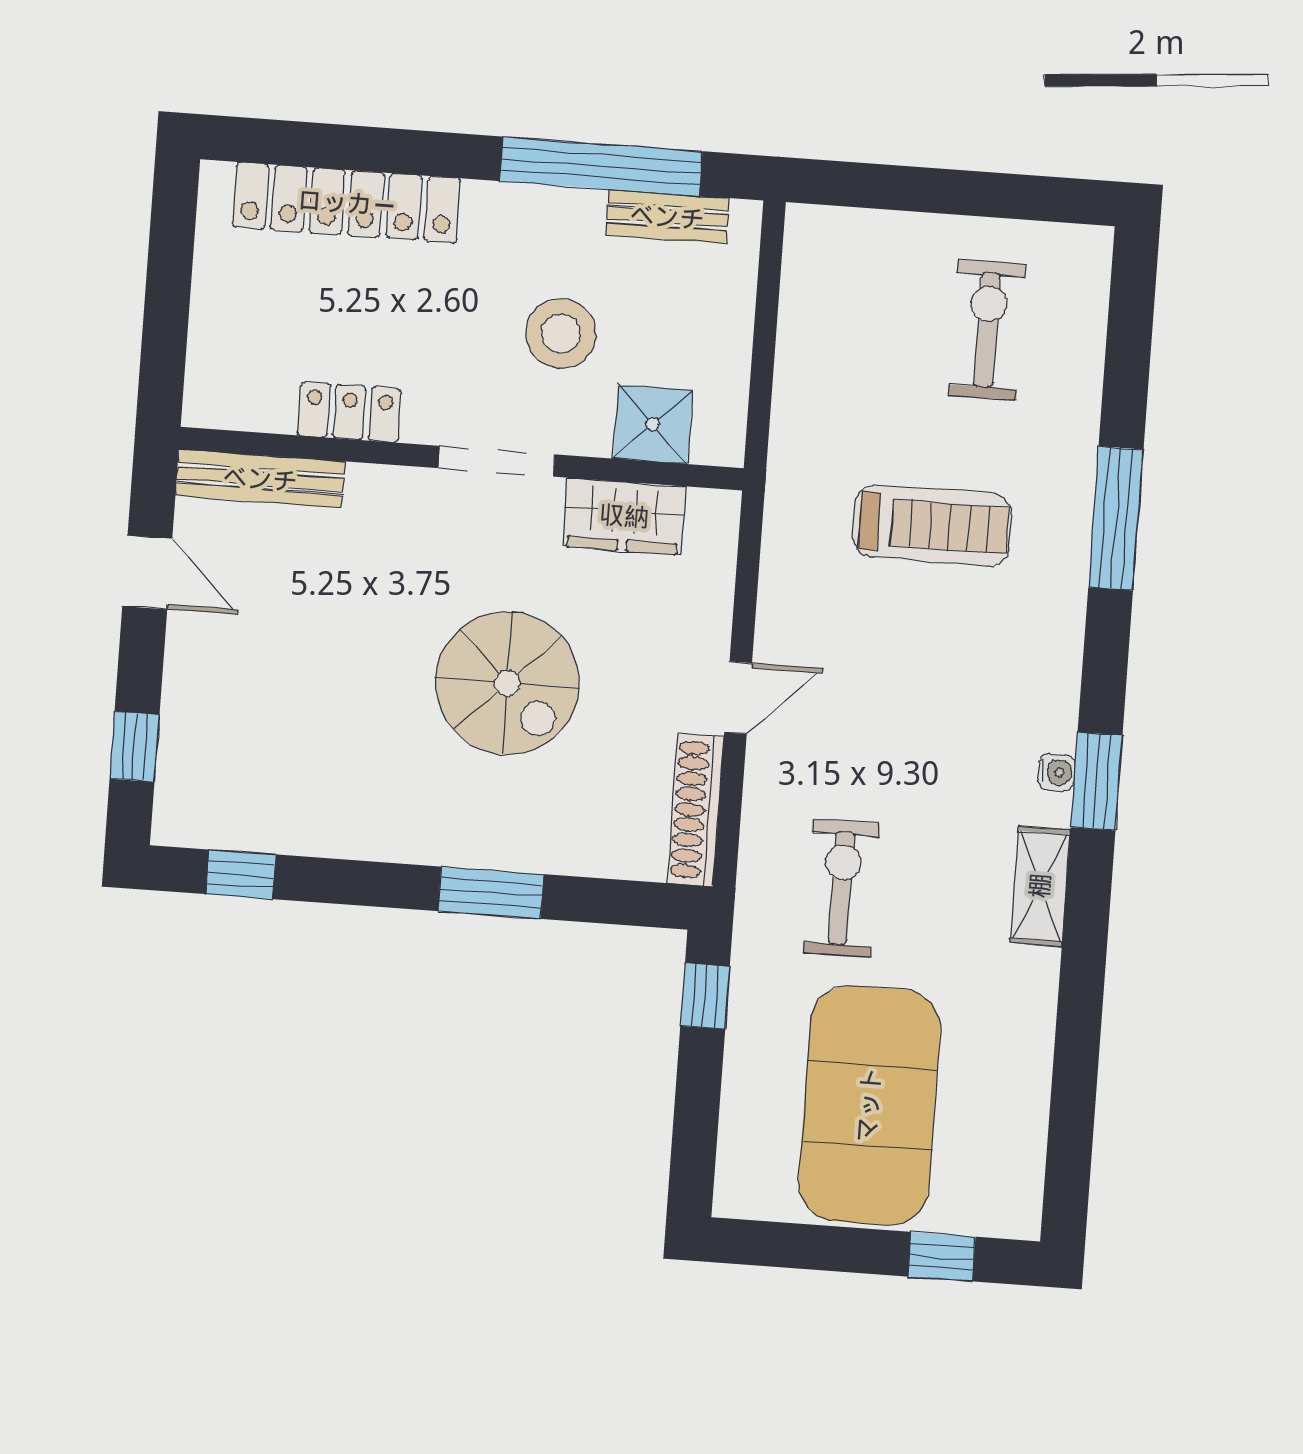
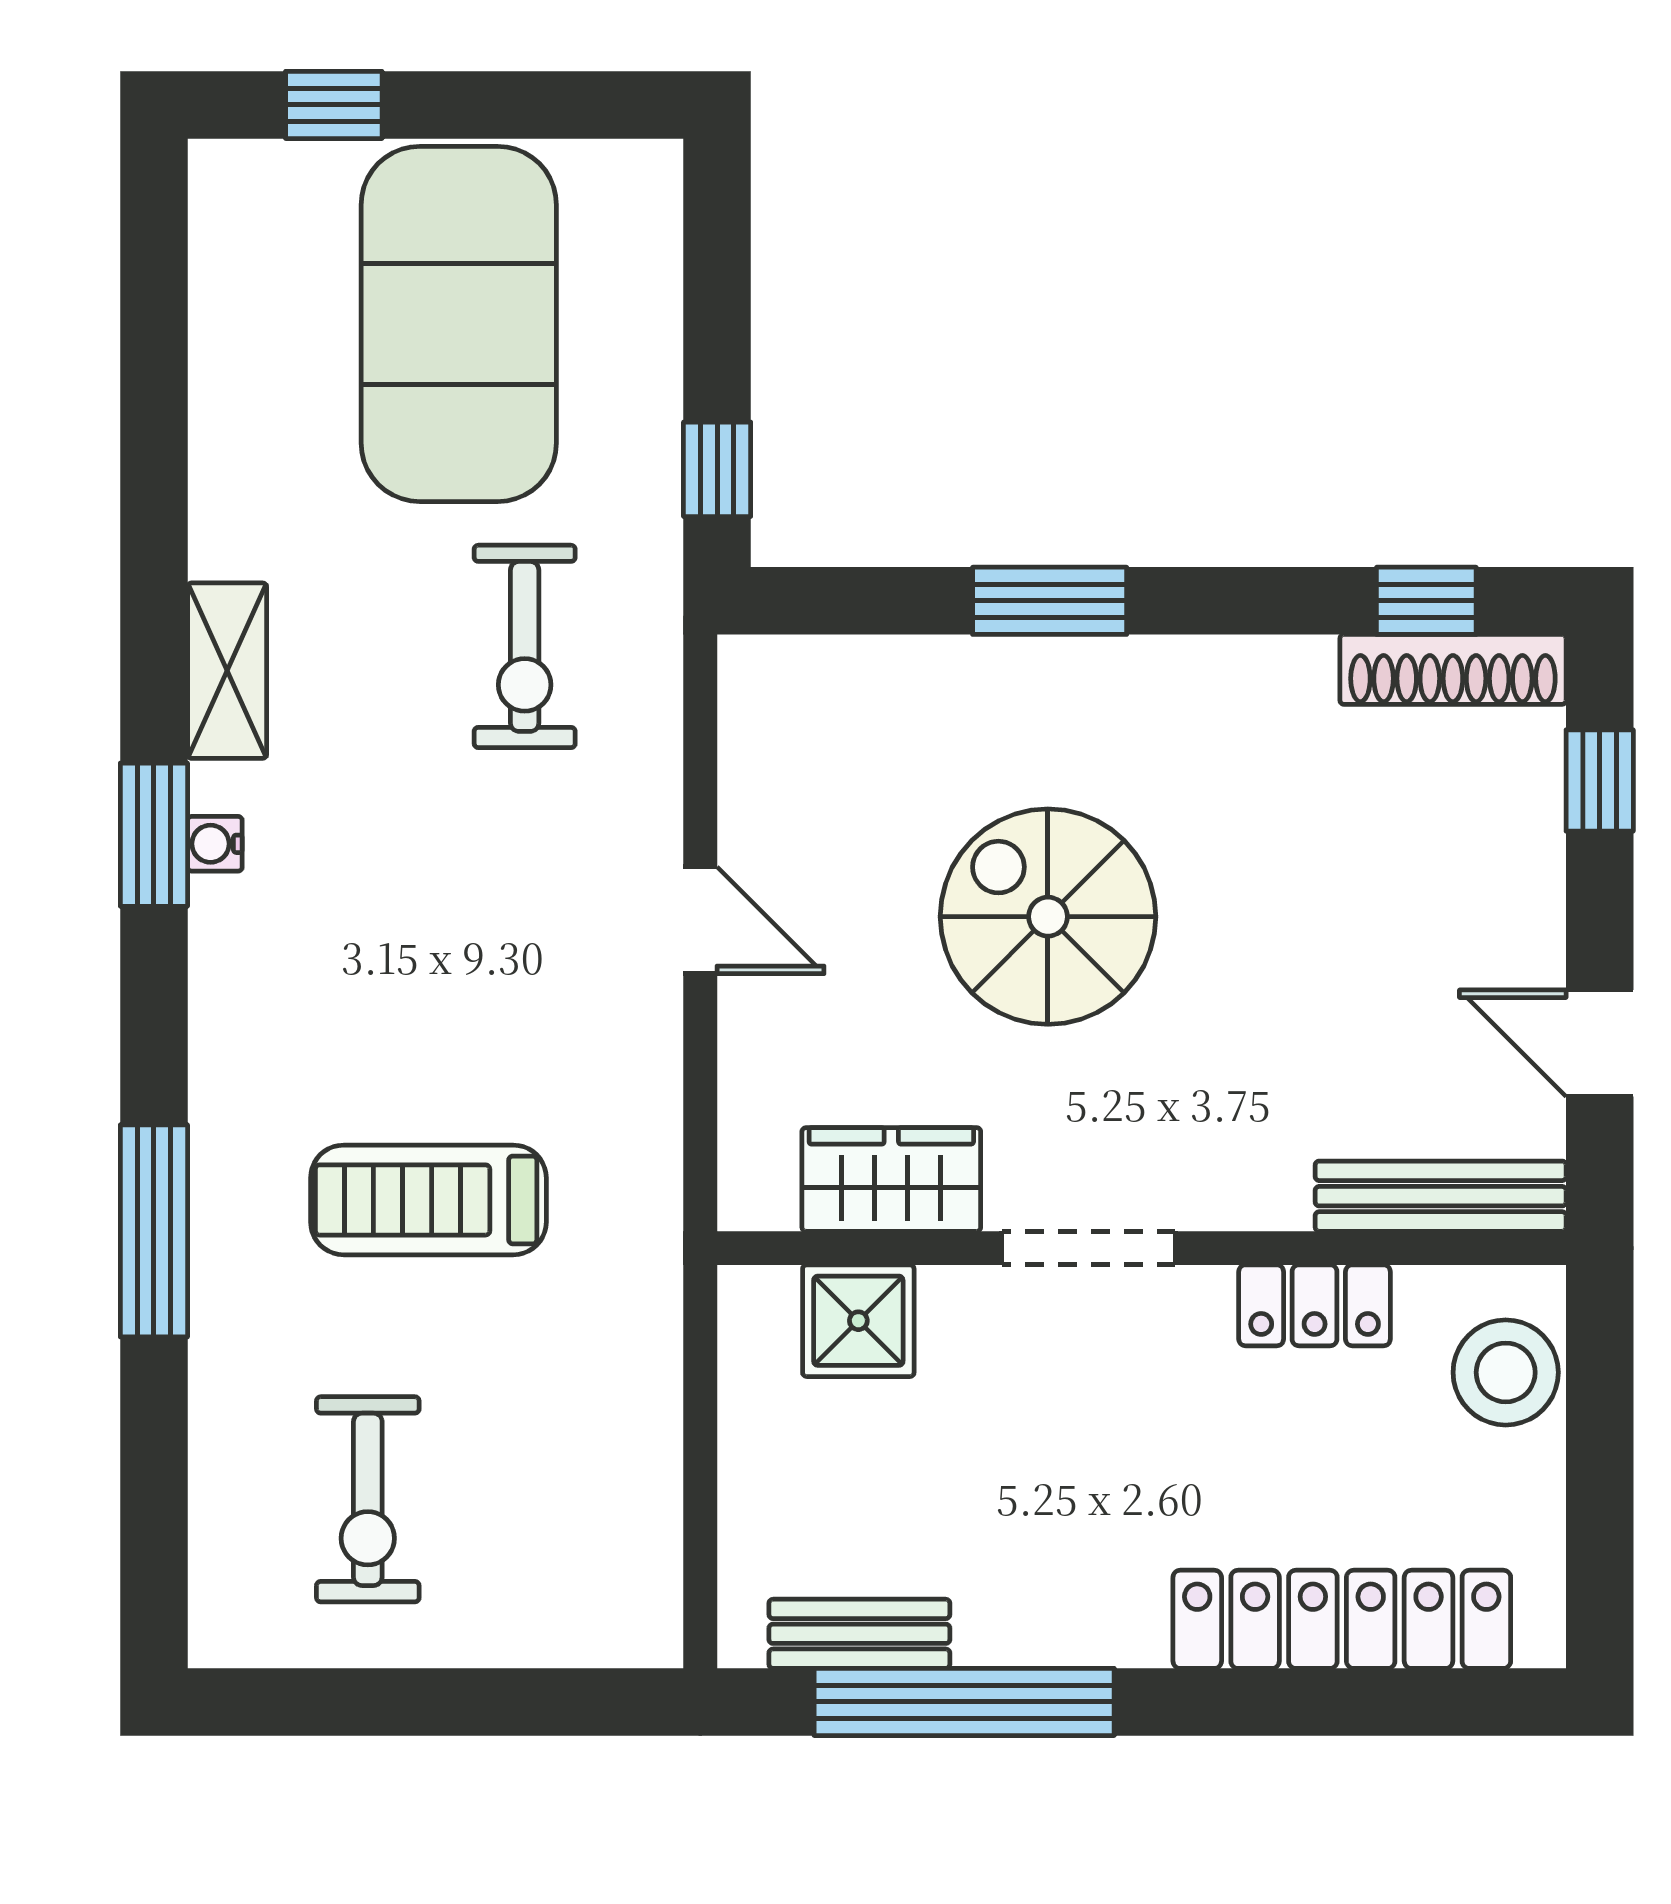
stool: (561, 334) -> (1506, 1372), moved
door: (738, 698) -> (700, 920), swing flipped
shoe rack: (695, 810) -> (1453, 669), moved, turned 90

